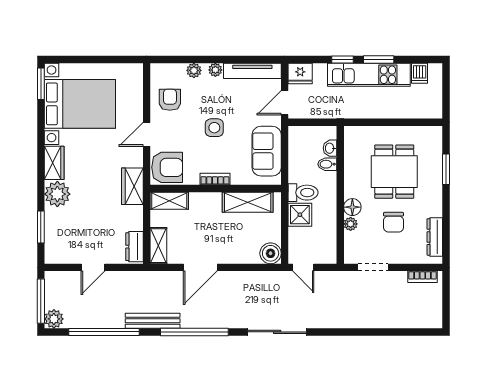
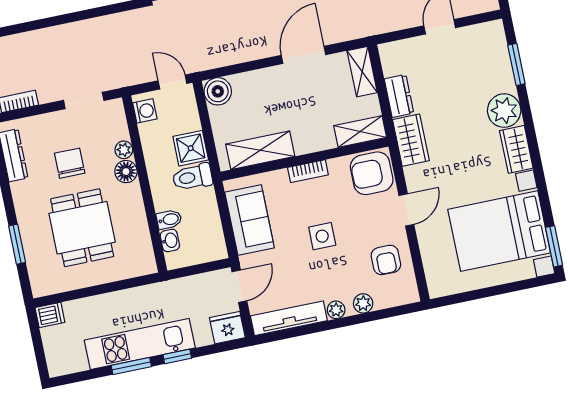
dishwasher: (420, 73) -> (50, 315), moved, turned 90
dresser: (134, 247) -> (399, 96), moved
washing machine: (329, 250) -> (145, 111), added

